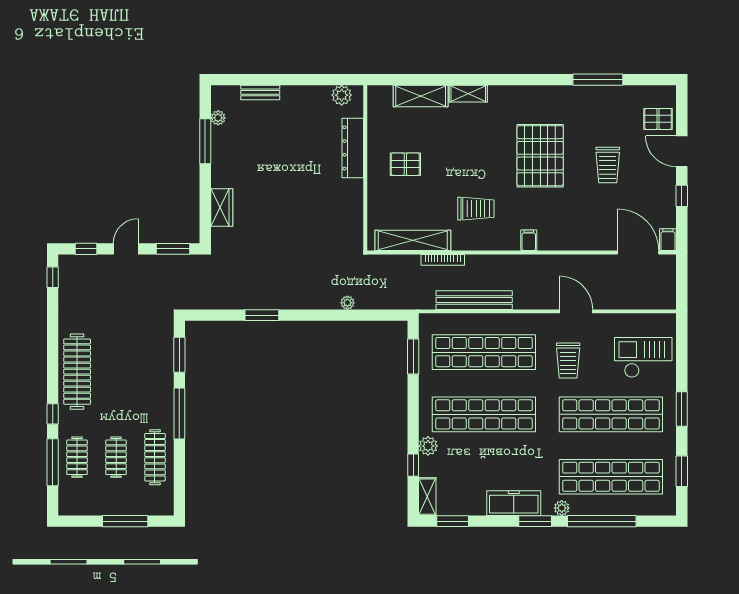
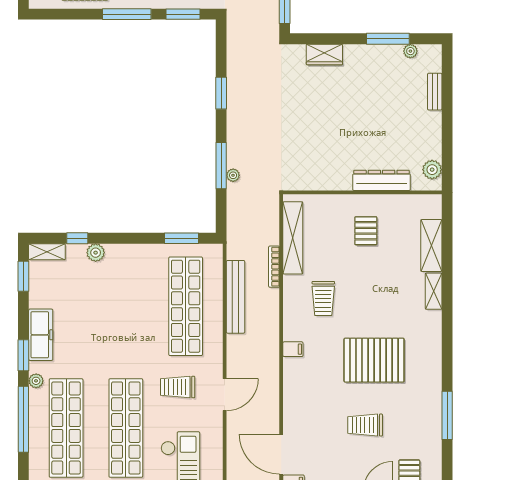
door: (638, 252) -> (281, 454), swing flipped
window: (337, 315) -> (221, 166), added
shop shelf: (484, 414) -> (126, 306), removed

